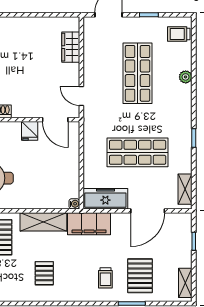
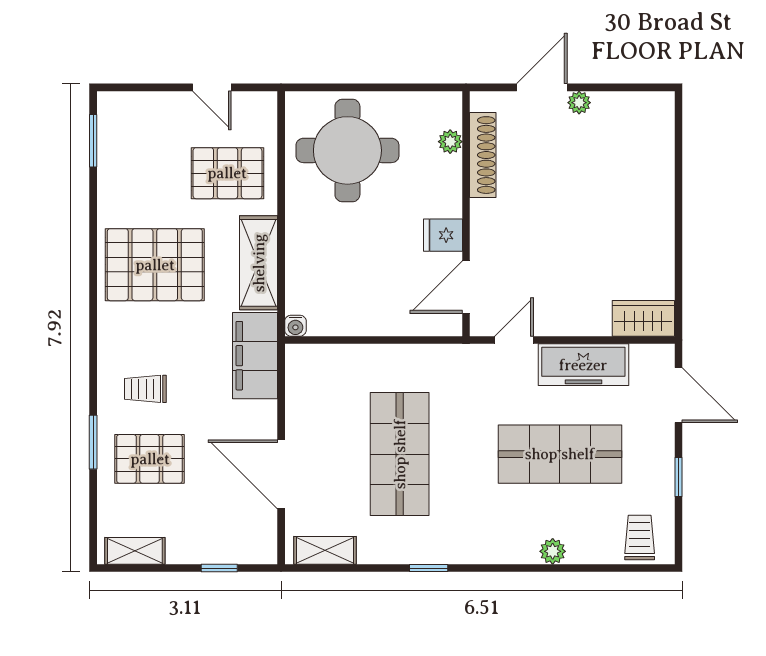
wardrobe: (71, 47) -> (643, 318), moved
freezer: (105, 199) -> (583, 365), moved, turned 90
pallet: (44, 273) -> (155, 265), width x2.05, depth x2.00

